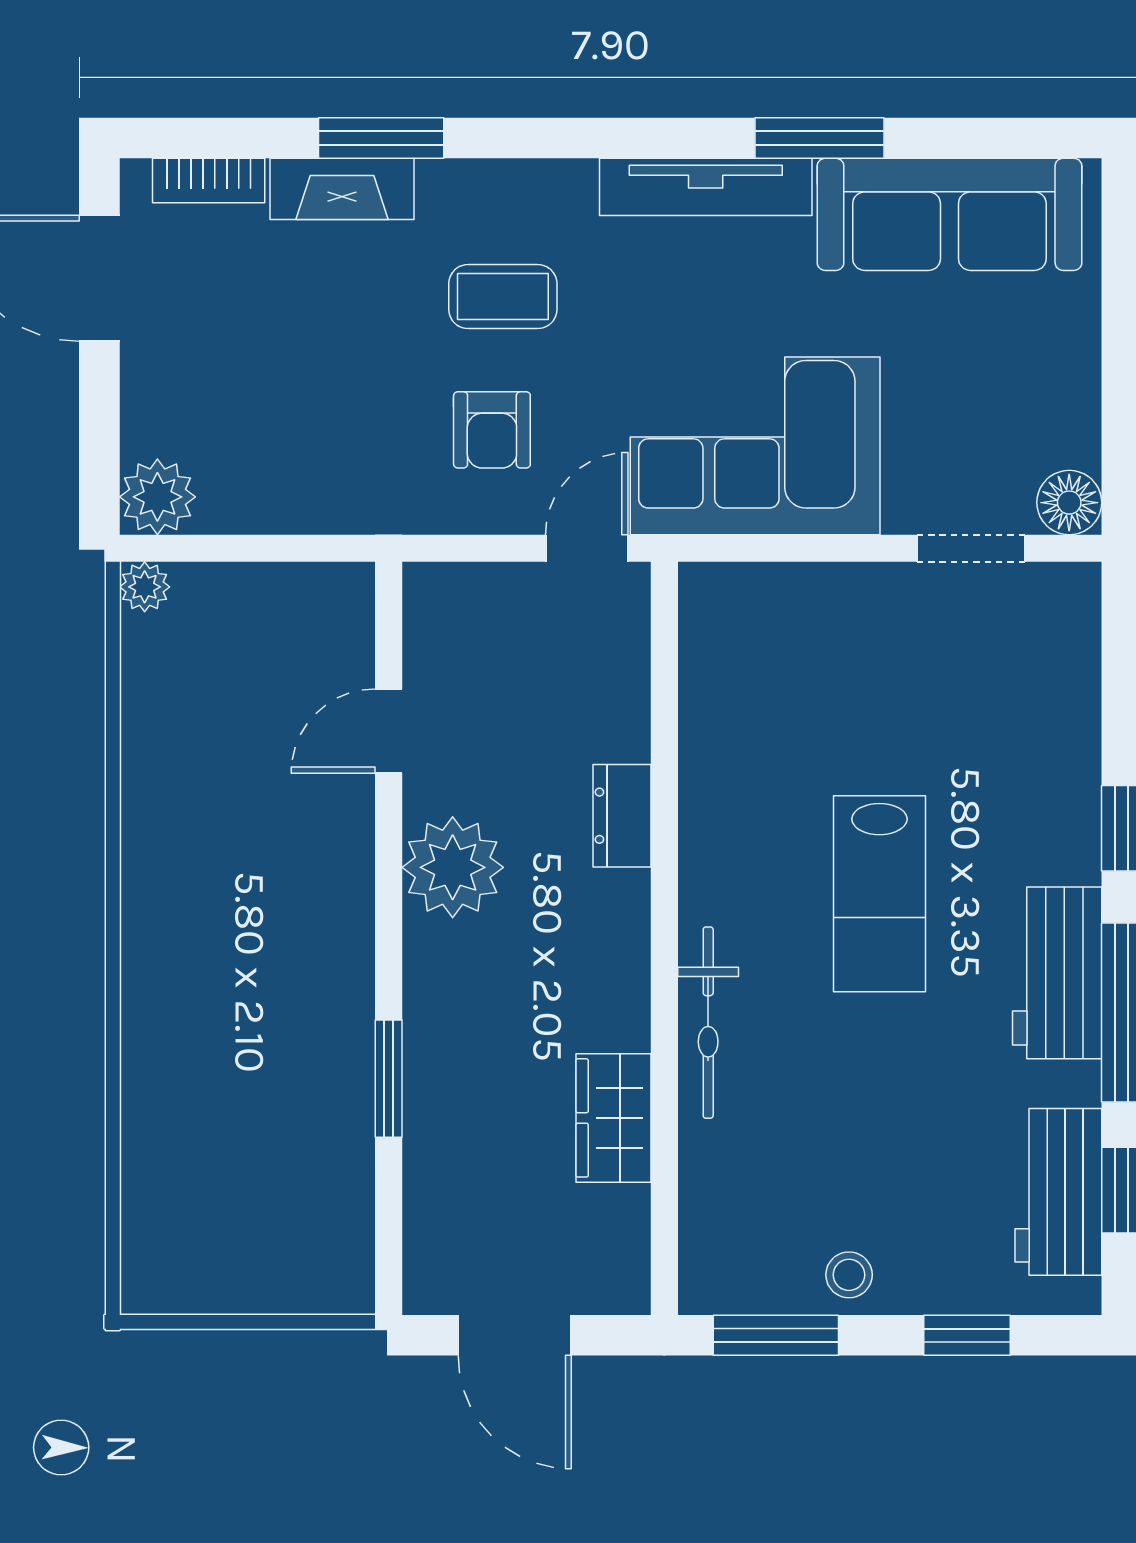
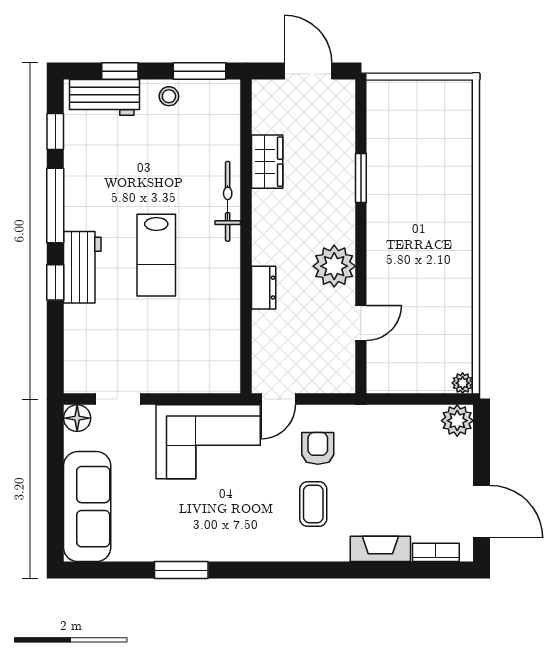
window: (381, 138) -> (364, 570), removed
tv unit: (706, 187) -> (229, 550), removed
sofa: (949, 214) -> (87, 507), moved, turned 90
coffee table: (503, 297) -> (313, 504), turned 90
lab bench: (879, 894) -> (156, 255), turned 180
workbench: (1057, 973) -> (82, 267), moved
workbench: (1058, 1192) -> (105, 97), moved, turned 90

